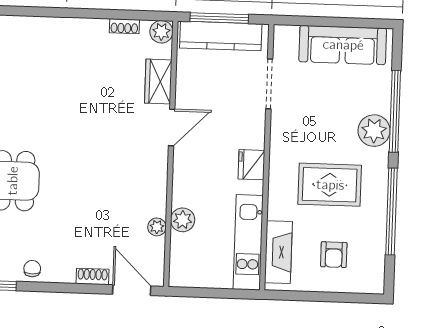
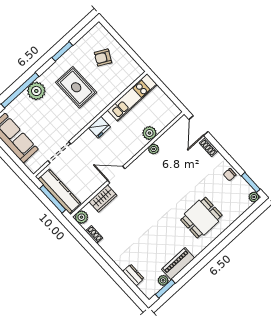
dresser: (25, 25) -> (133, 275), added
window: (391, 211) -> (62, 51), width x0.47
plant: (157, 227) -> (154, 149), moved
fireplace: (278, 252) -> (124, 81), removed
armchair: (334, 255) -> (103, 58), turned -152

